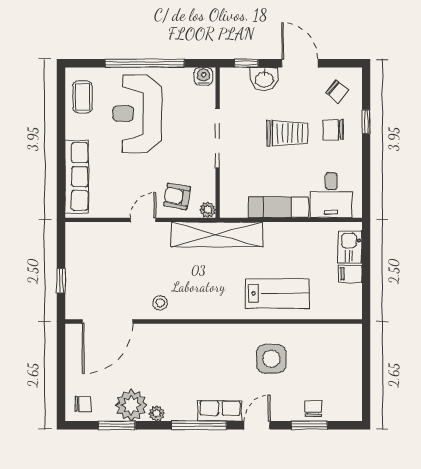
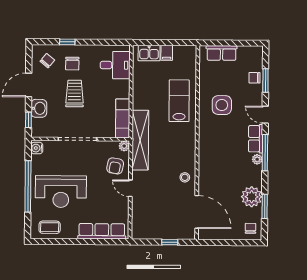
exam couch: (279, 207) -> (123, 118), moved
row of seats: (351, 358) -> (222, 53), added
plant: (157, 413) -> (257, 159), moved

